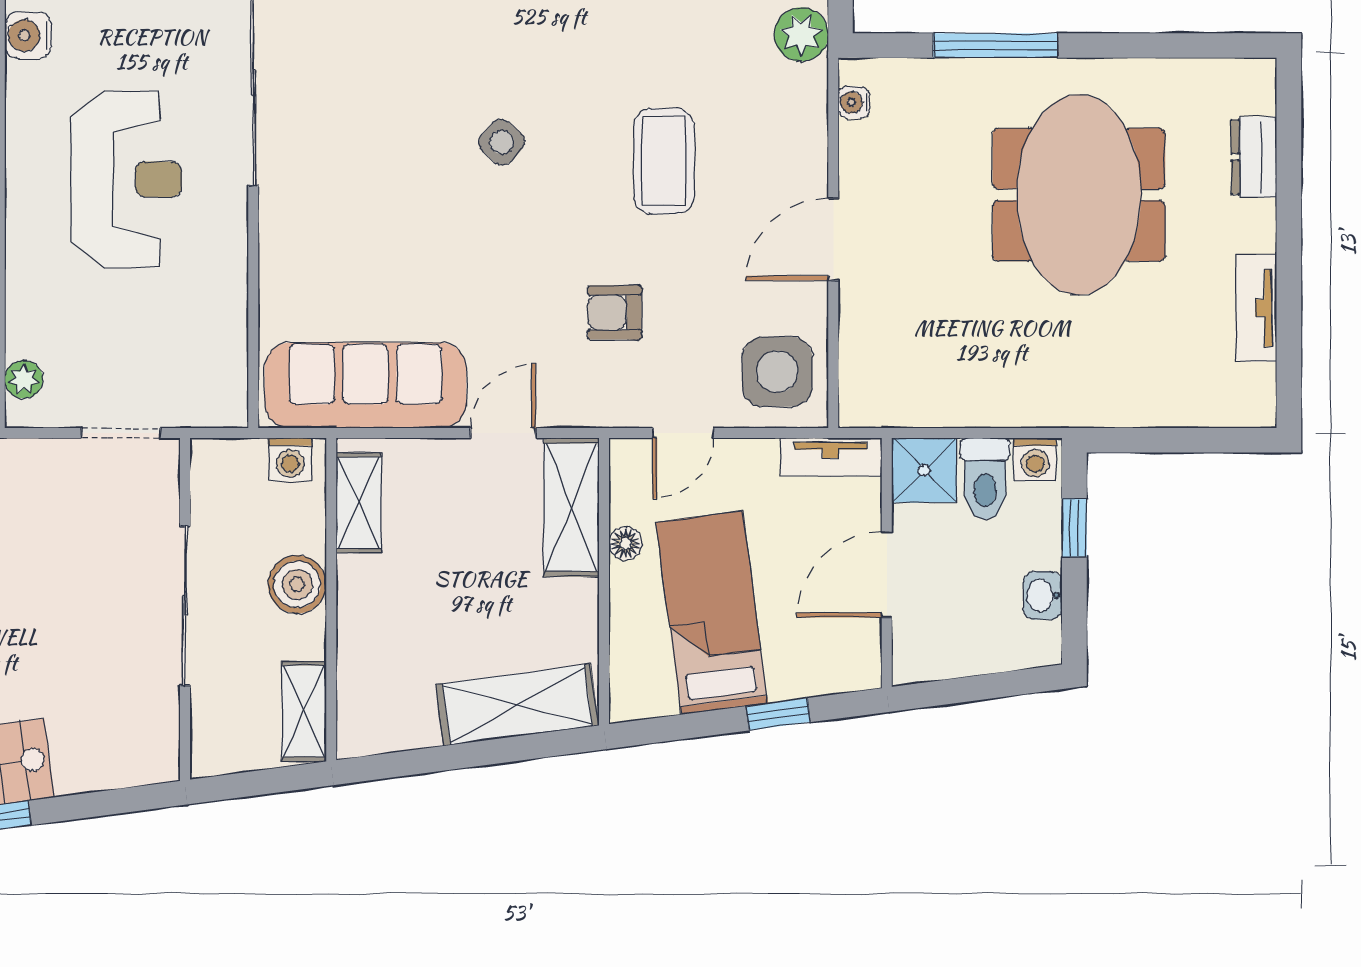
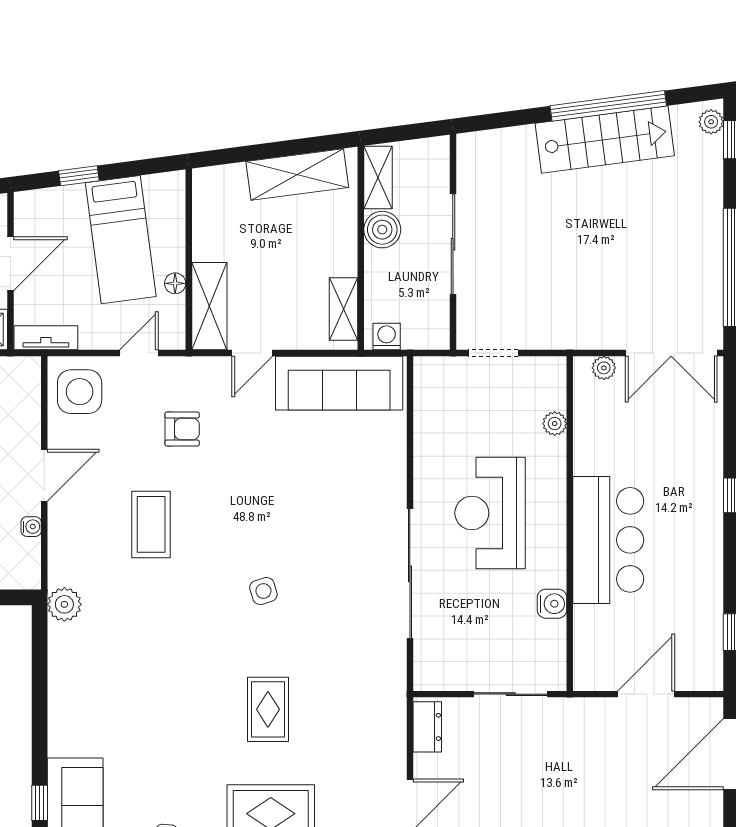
water cooler: (854, 102) -> (31, 527), moved
side table: (502, 142) -> (263, 591), moved, turned 31
plant: (24, 379) -> (555, 424), moved
boiler: (297, 584) -> (382, 230), moved
shelving: (517, 705) -> (297, 174), moved

